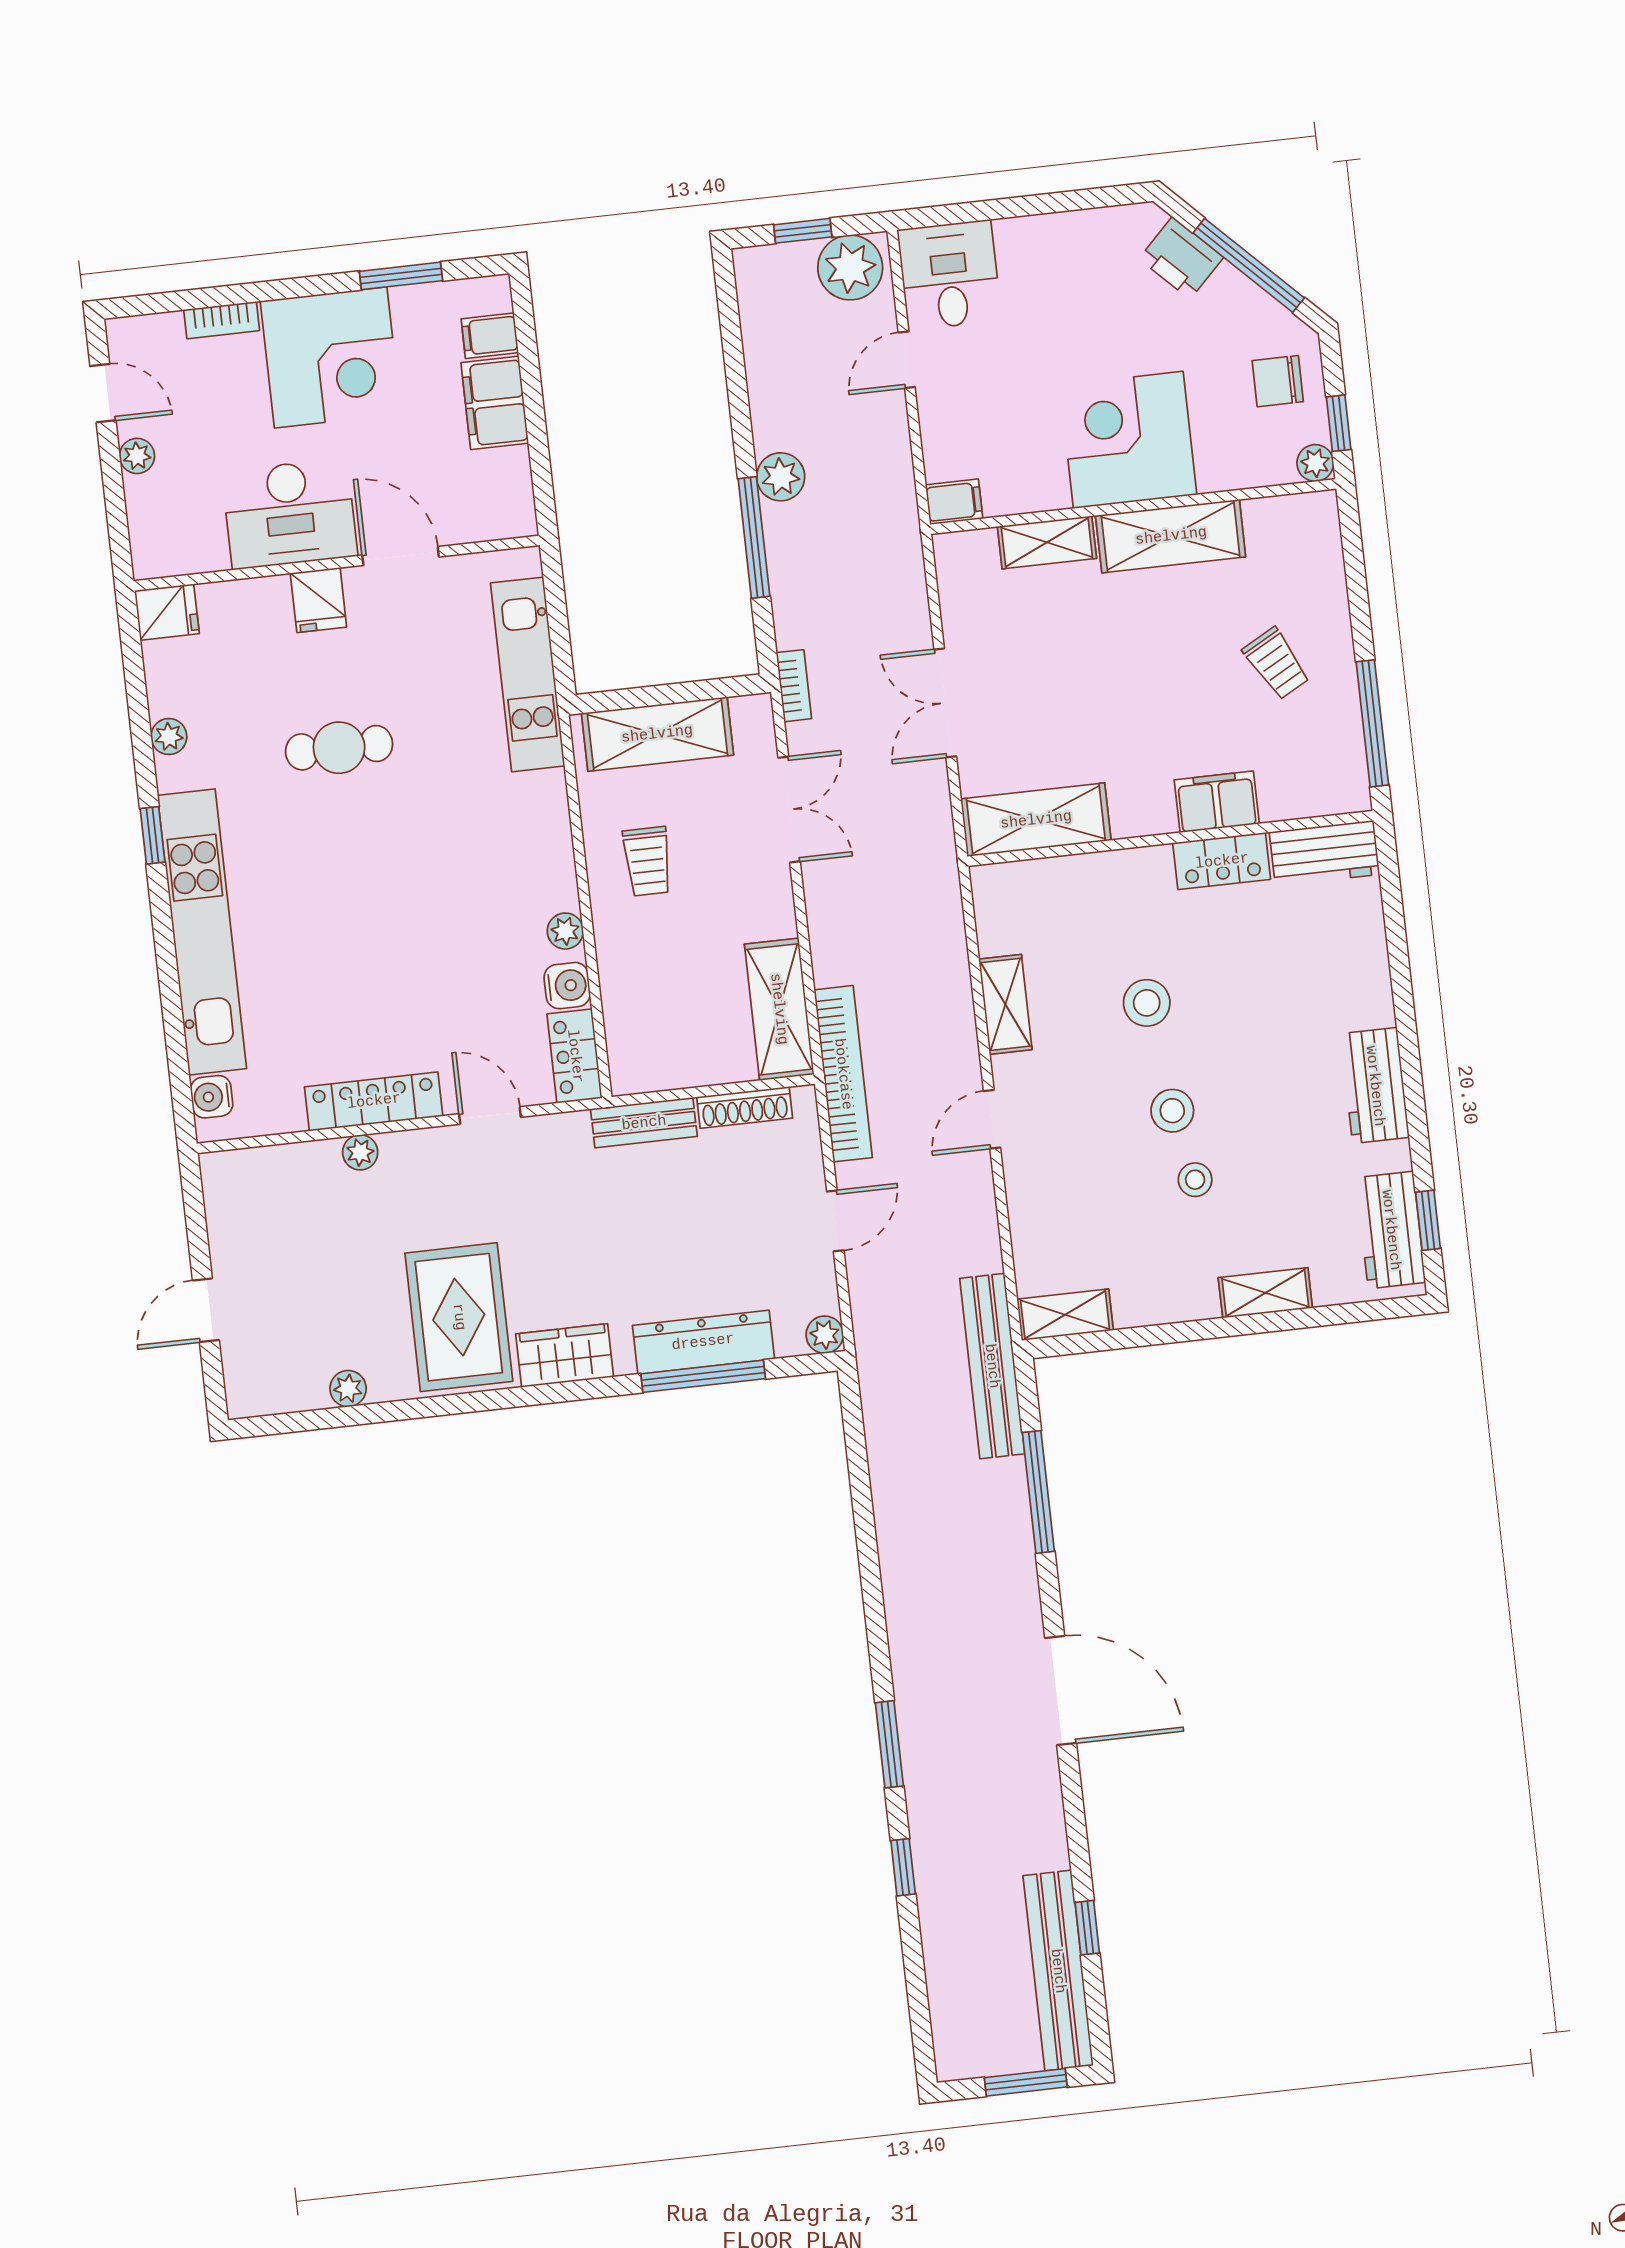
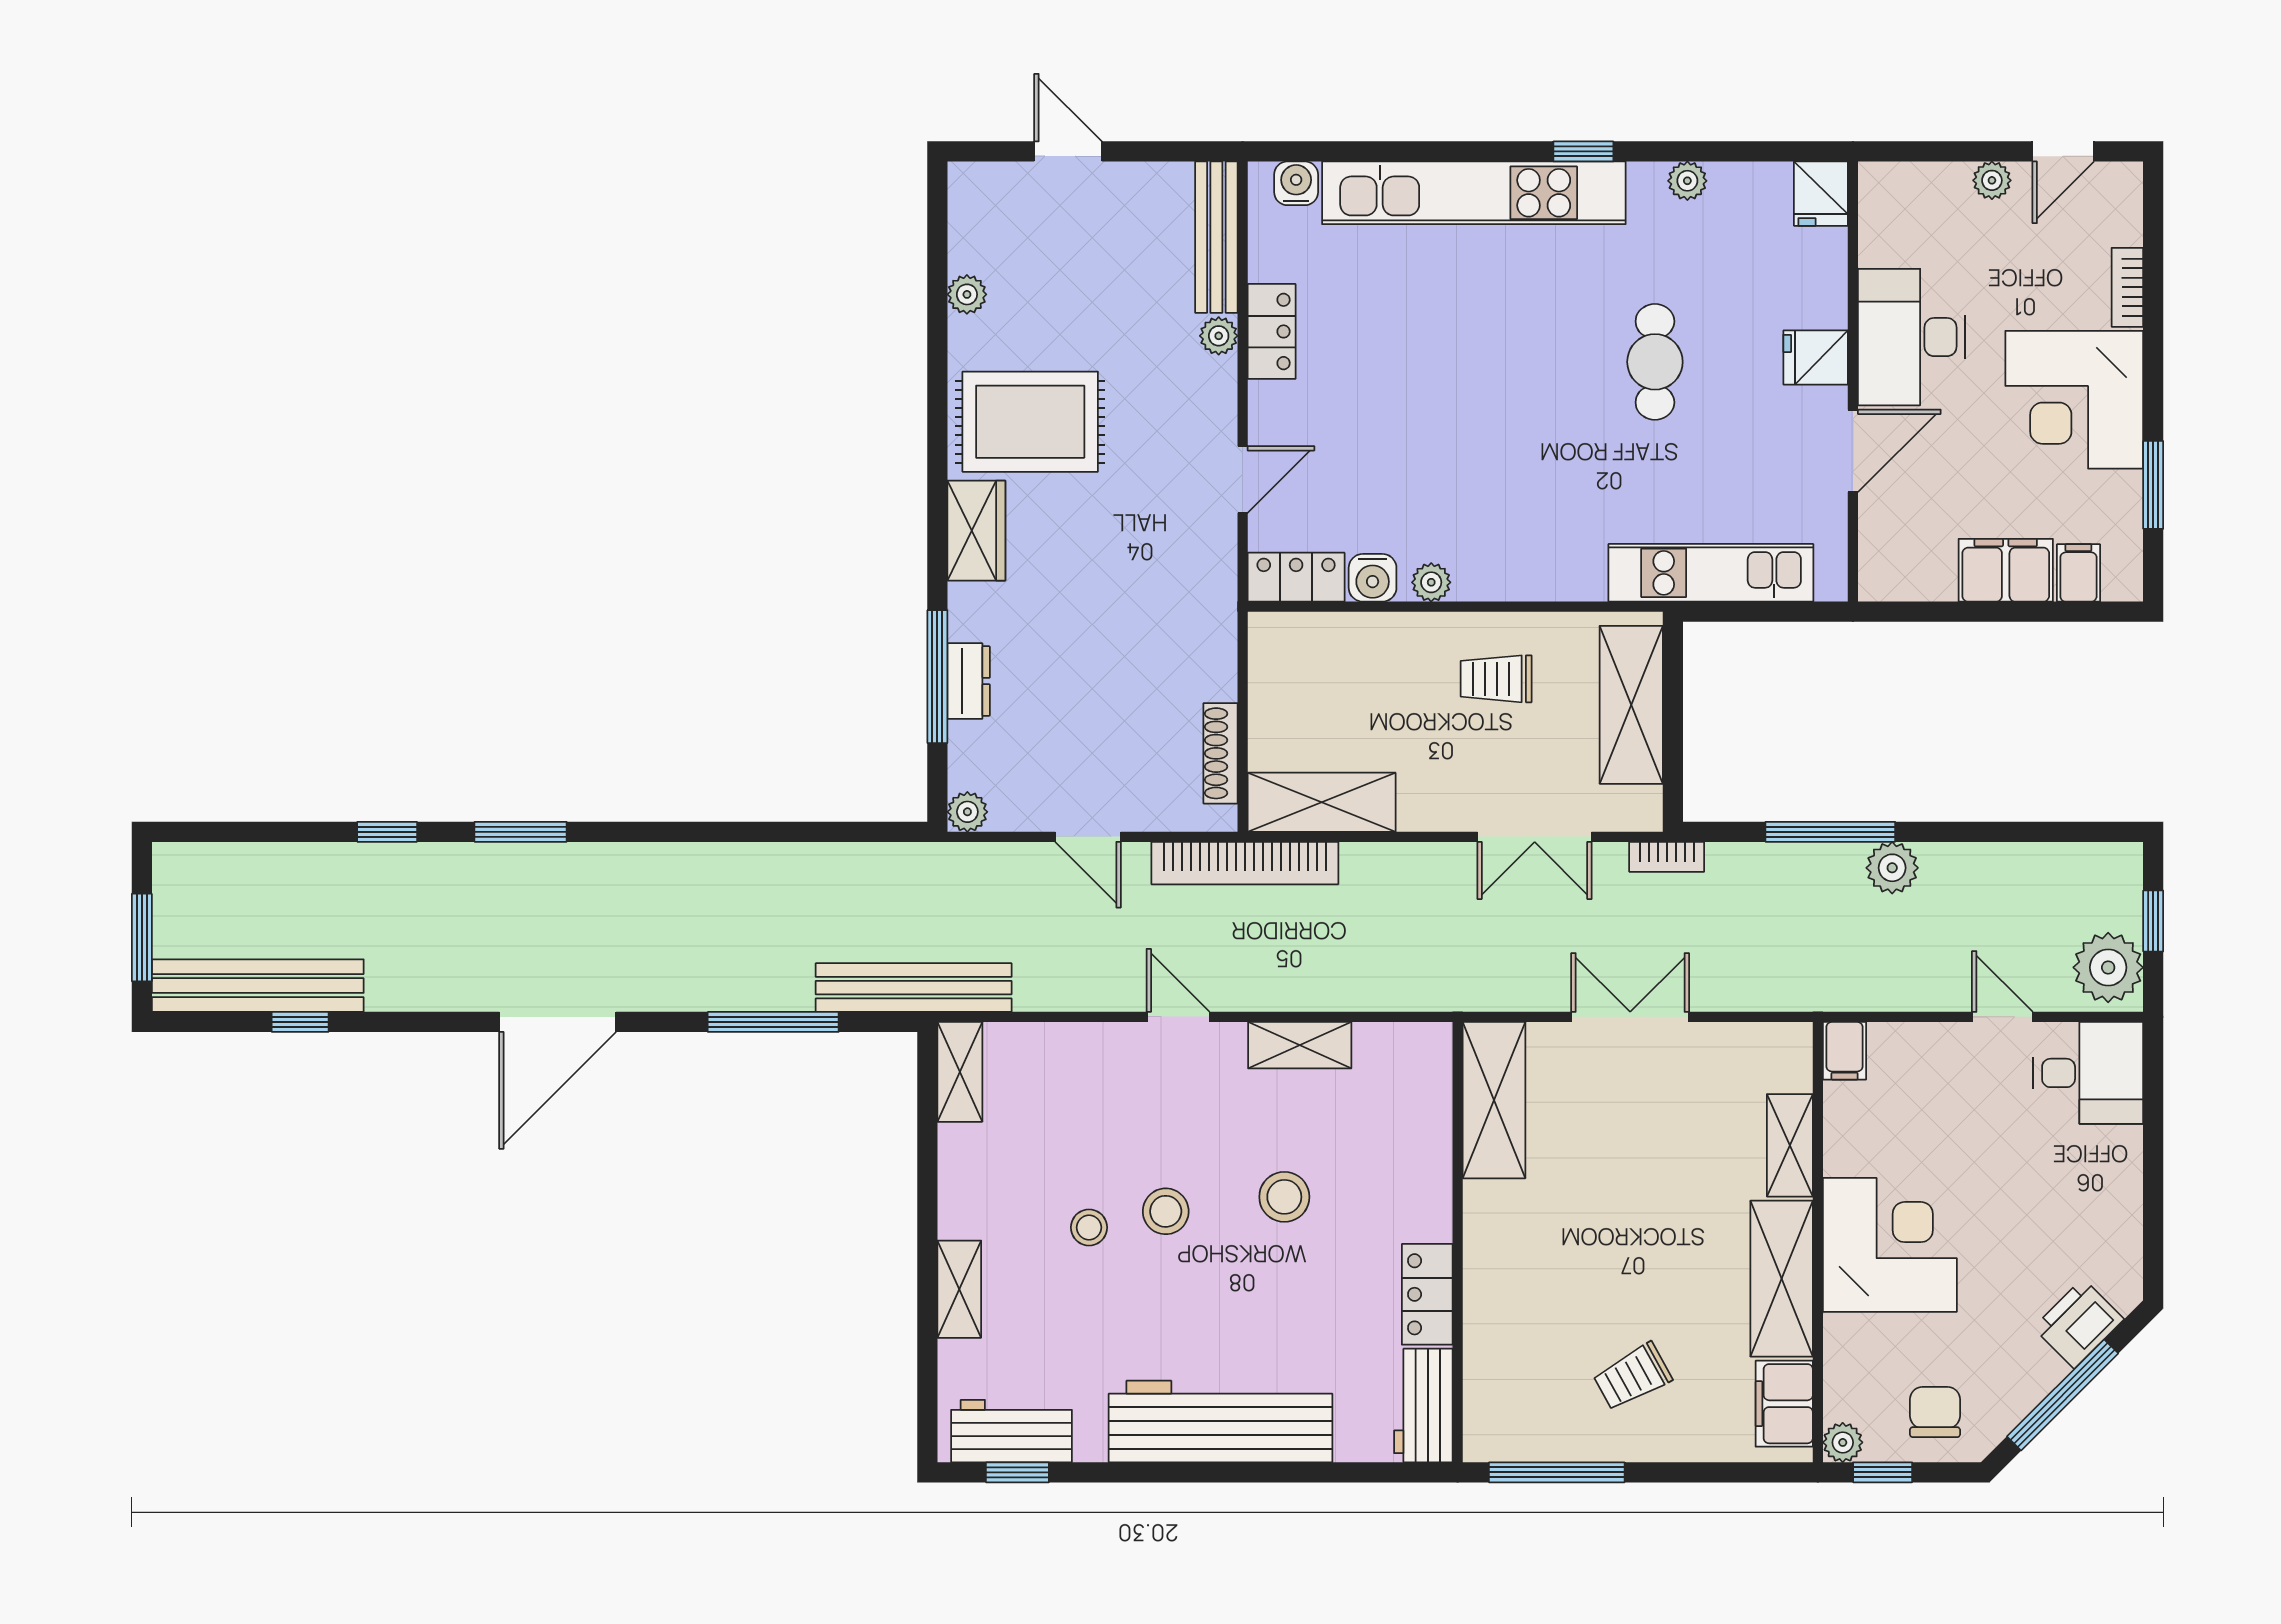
filing cabinet: (1217, 802) -> (1784, 1404), moved, turned 180
workbench: (1375, 1086) -> (1220, 1421), width x1.88, depth x1.32
locker: (374, 1101) -> (1272, 331), width x0.66
bench: (644, 1123) -> (1216, 237), moved, width x1.36
dresser: (703, 1342) -> (969, 681), width x0.51, depth x0.80

